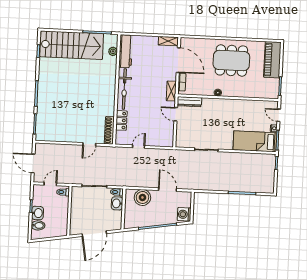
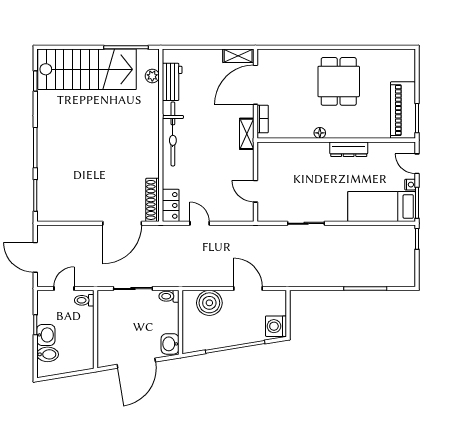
workbench: (126, 51) -> (172, 82), width x0.73
door: (178, 60) -> (255, 85), swing flipped
dining table: (231, 60) -> (339, 81), width x0.73
piano: (272, 60) -> (403, 110), moved
dresser: (189, 102) -> (349, 149), moved
door: (176, 114) -> (255, 191), moved
locker: (121, 120) -> (171, 205), moved
door: (89, 144) -> (122, 223), width x1.87
door: (139, 147) -> (200, 223), hinge flipped
washbasin: (117, 203) -> (170, 344), moved

